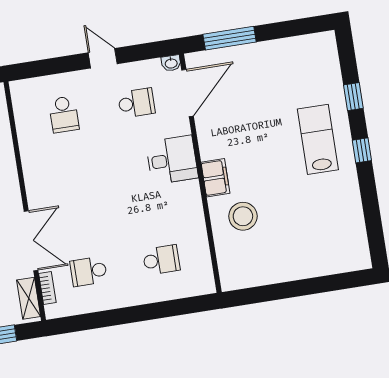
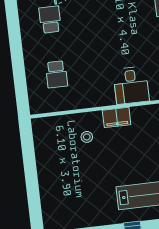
stool: (243, 216) -> (87, 137), width x0.53, depth x0.53

